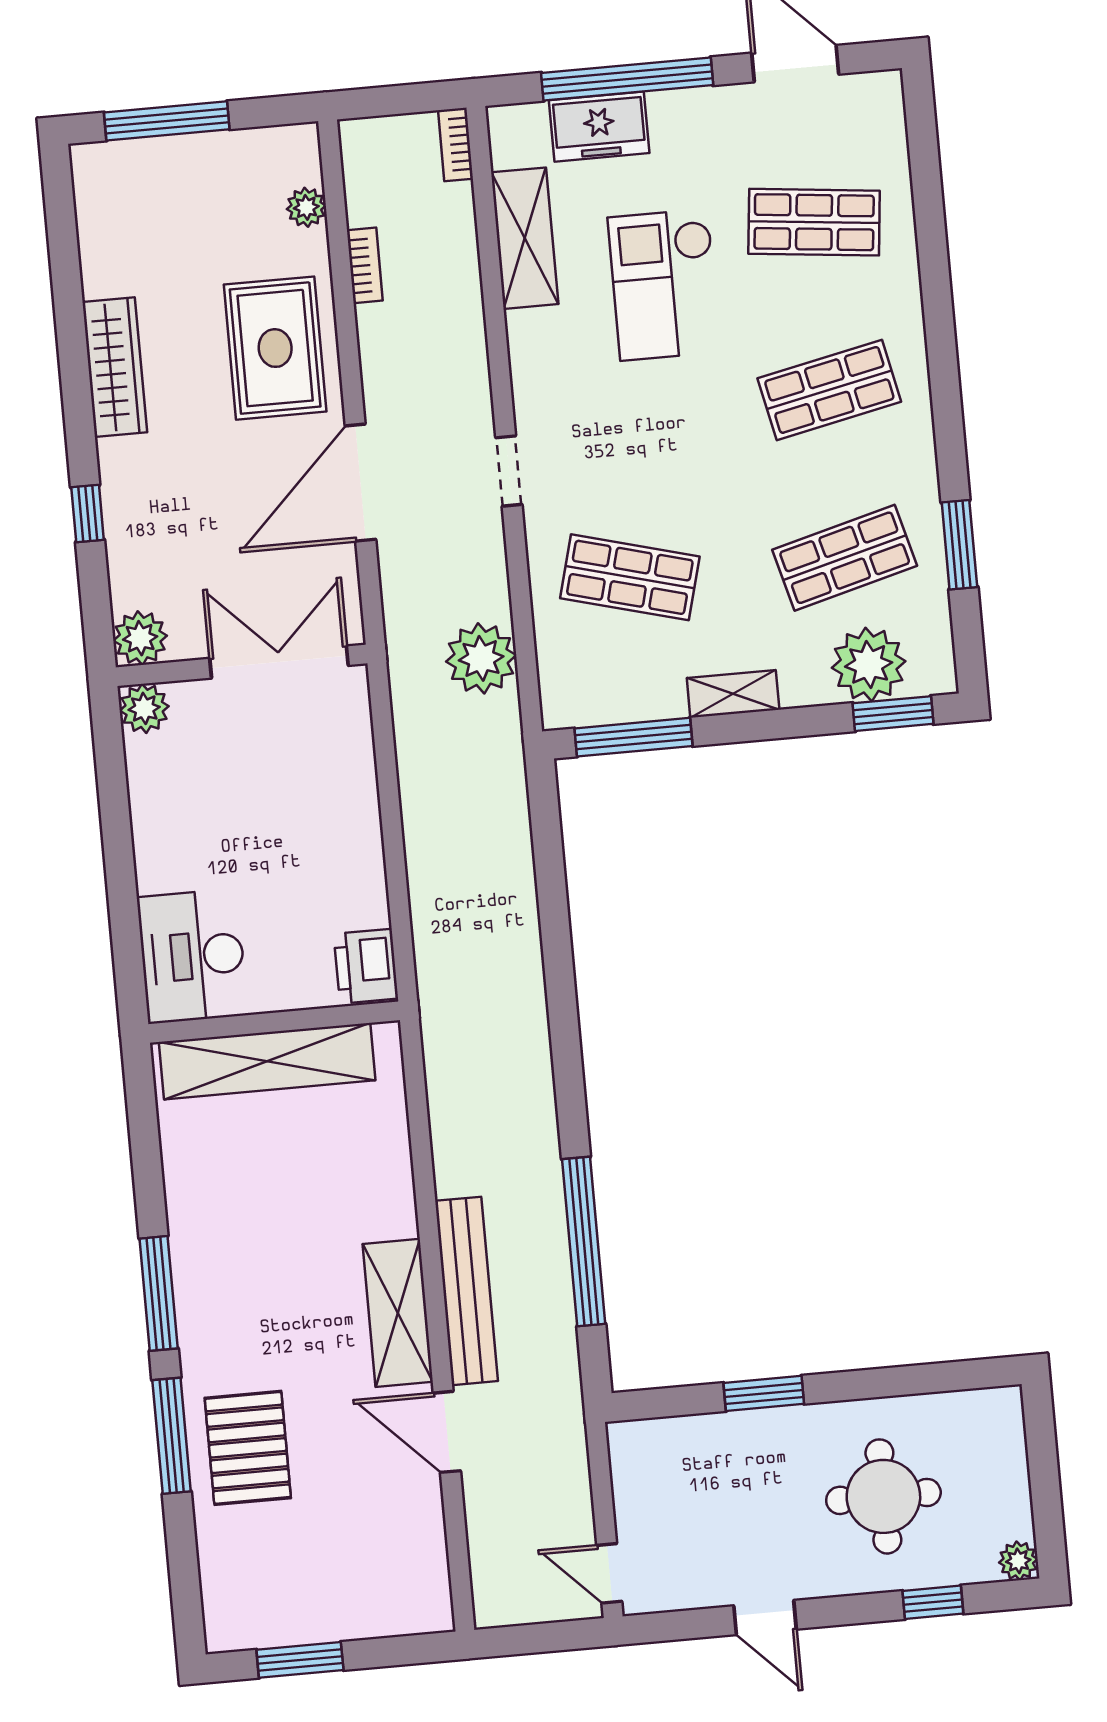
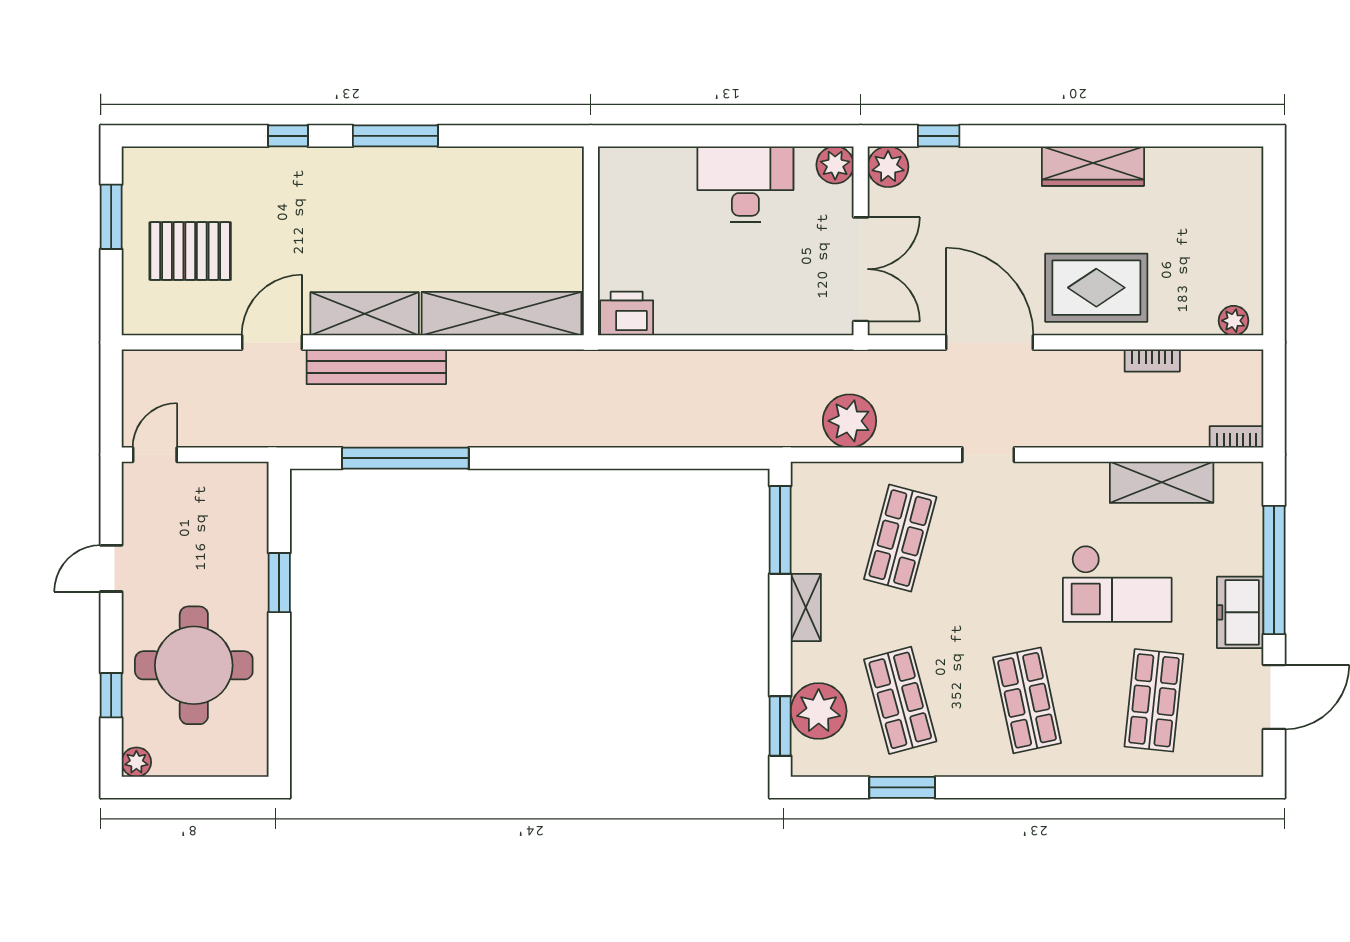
window: (167, 121) -> (1274, 222), removed
freezer: (599, 127) -> (1240, 612), moved
plant: (306, 207) -> (1234, 321), moved
checkout: (664, 285) -> (1117, 584), turned 180
window: (88, 514) -> (939, 136), moved
desk: (192, 956) -> (745, 184), moved
shelving: (267, 1061) -> (502, 314), moved, turned 90
window: (172, 1436) -> (288, 136), width x0.46
pallet: (248, 1448) -> (190, 251), moved
round table: (883, 1496) -> (194, 665), width x1.36, depth x1.36

